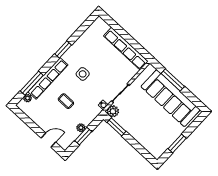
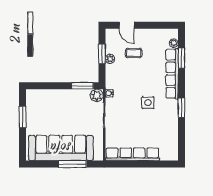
window: (32, 83) -> (181, 58), width x0.69
coffee table: (66, 101) -> (134, 53), moved
door: (48, 140) -> (127, 25), hinge flipped

